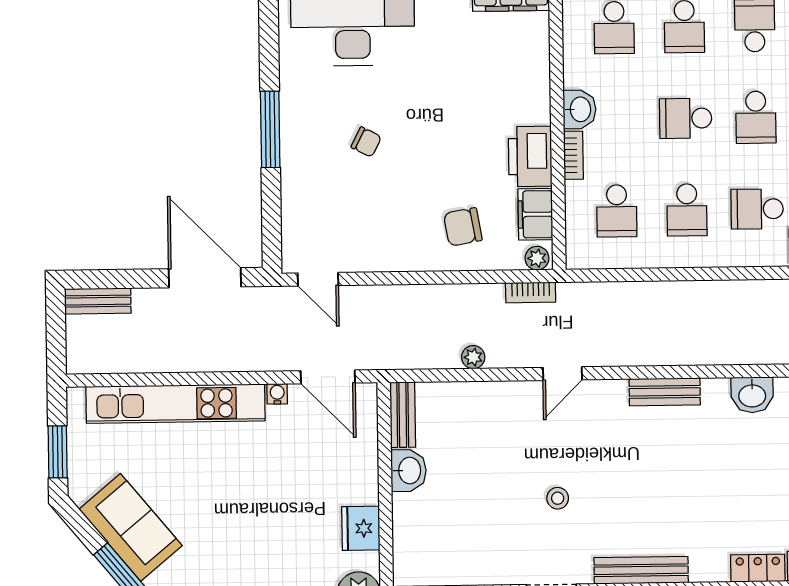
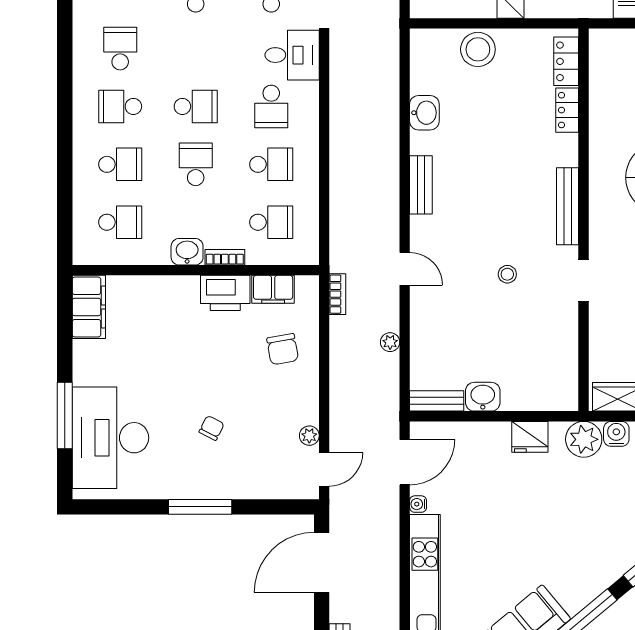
school desk: (686, 118) -> (196, 164), turned 180
plant: (537, 258) -> (309, 436), moved

